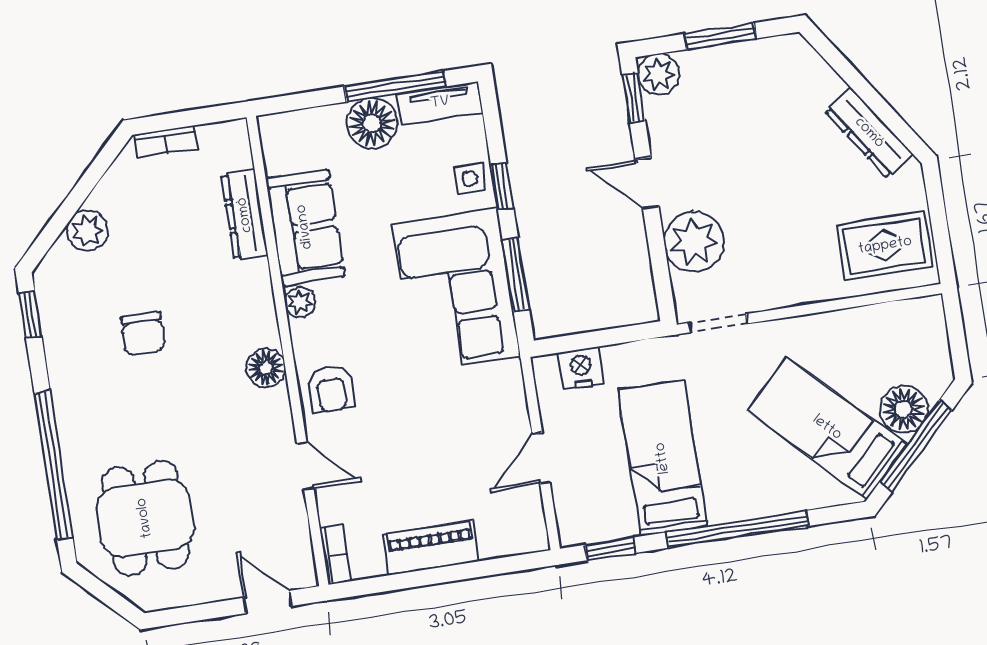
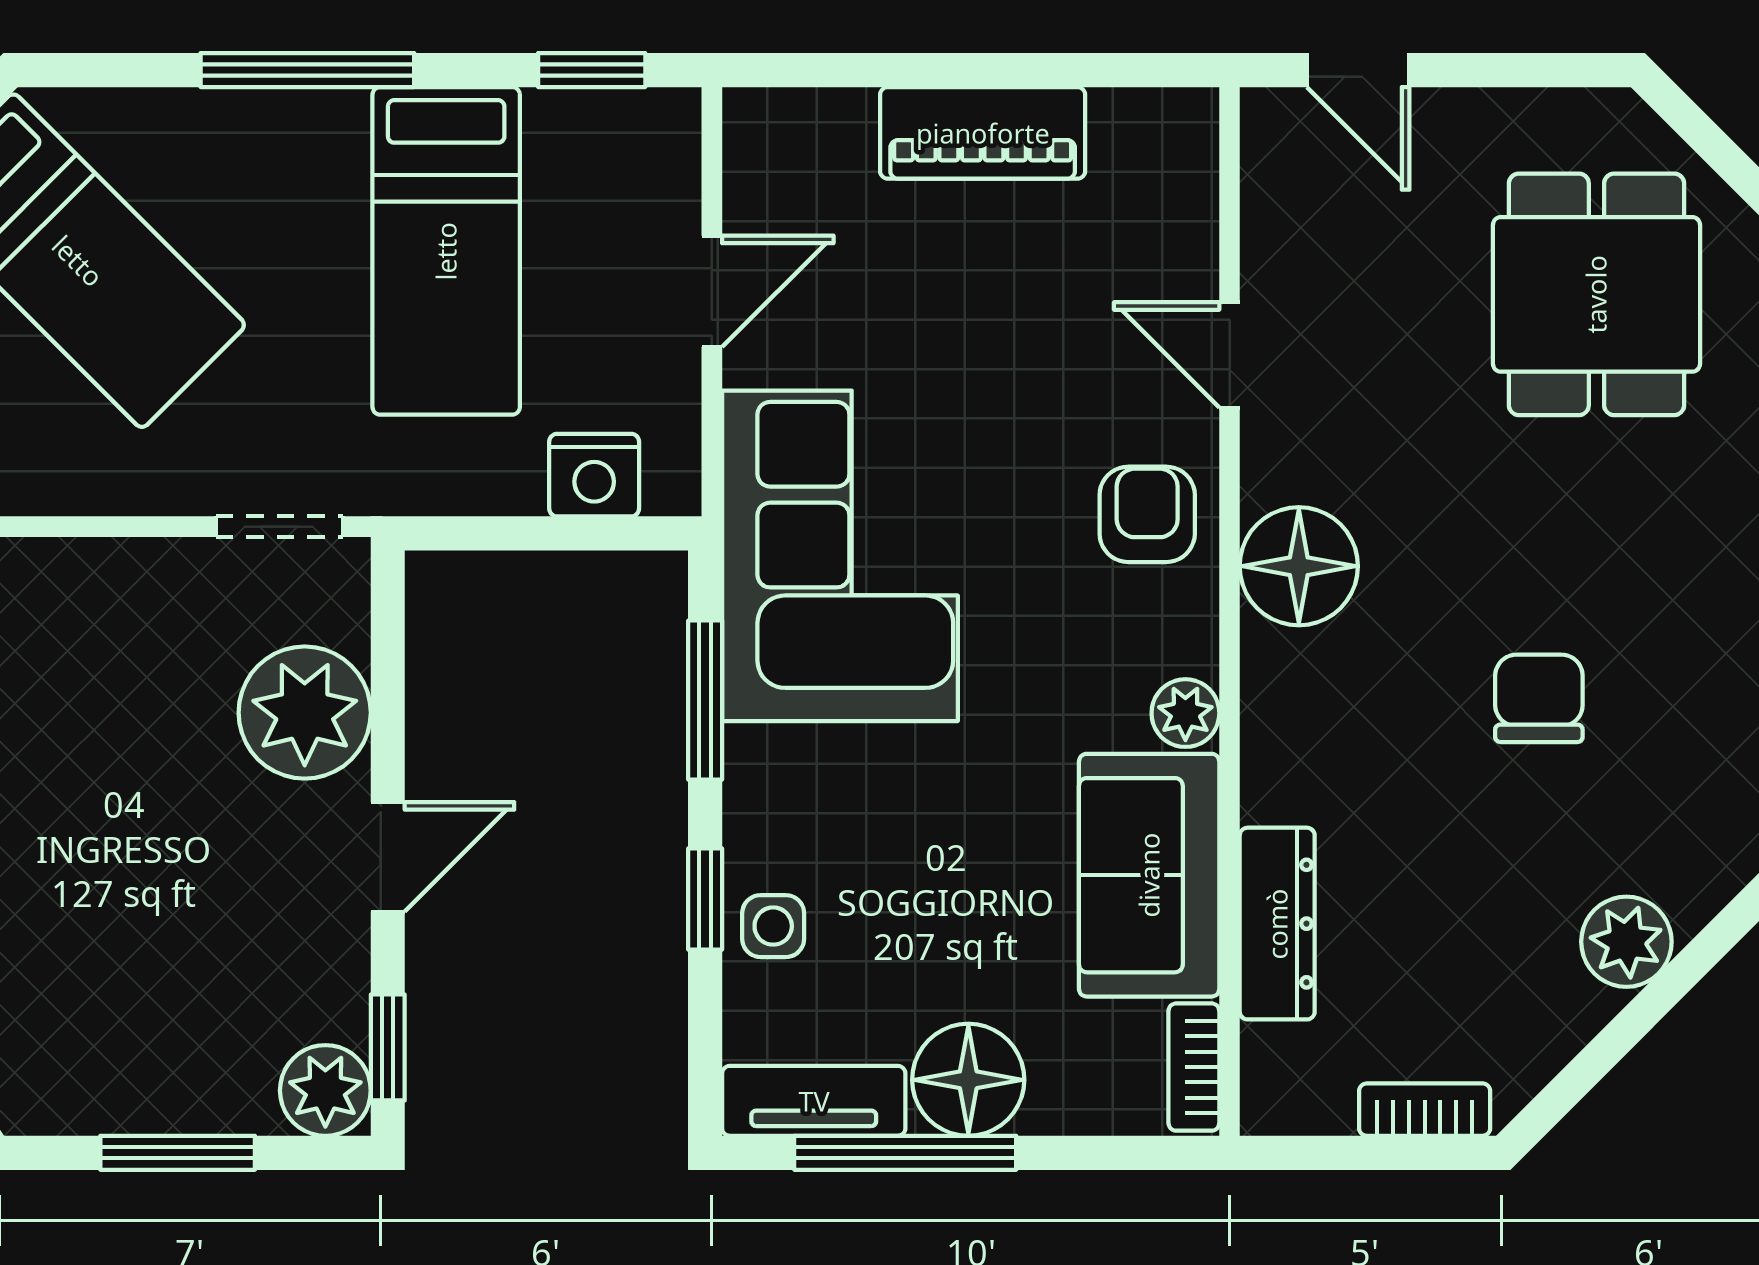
door: (647, 183) -> (388, 857), hinge flipped
corner sofa: (456, 290) -> (840, 556), moved
floor lamp: (266, 368) -> (1299, 566), width x1.38, depth x1.38
window: (737, 529) -> (307, 70), width x0.68
bookcase: (335, 555) -> (1194, 1067), moved

